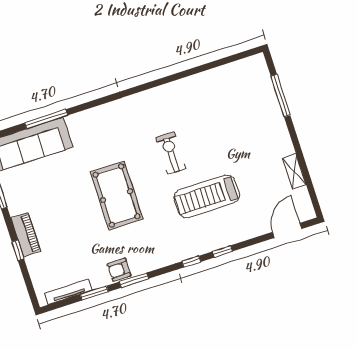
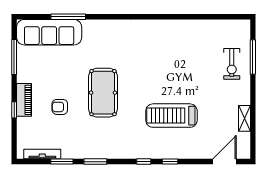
exercise bike: (171, 153) -> (232, 64), moved, turned 180
armchair: (119, 270) -> (60, 107), moved

